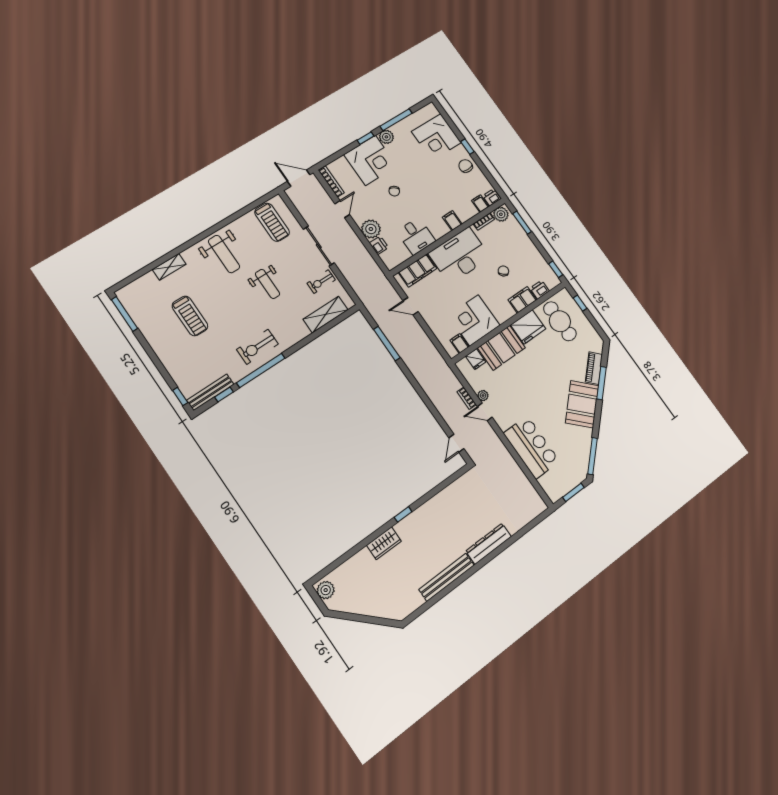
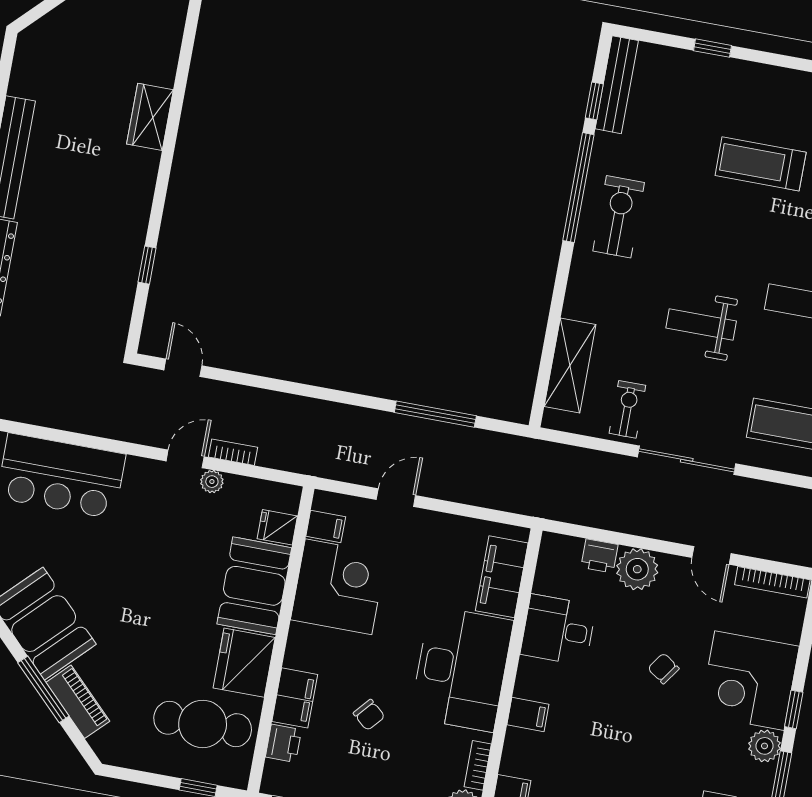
door: (410, 306) -> (396, 498), moved
window: (180, 396) -> (713, 48), moved
window: (403, 514) -> (147, 265), moved

